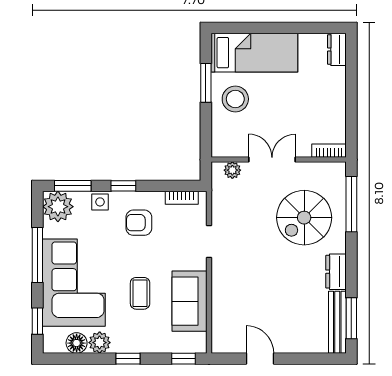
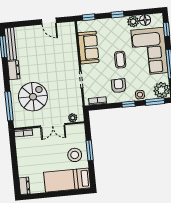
window: (206, 83) -> (90, 150), moved
armchair: (139, 223) -> (119, 86), turned -90
coffee table: (140, 293) -> (120, 60), moved

